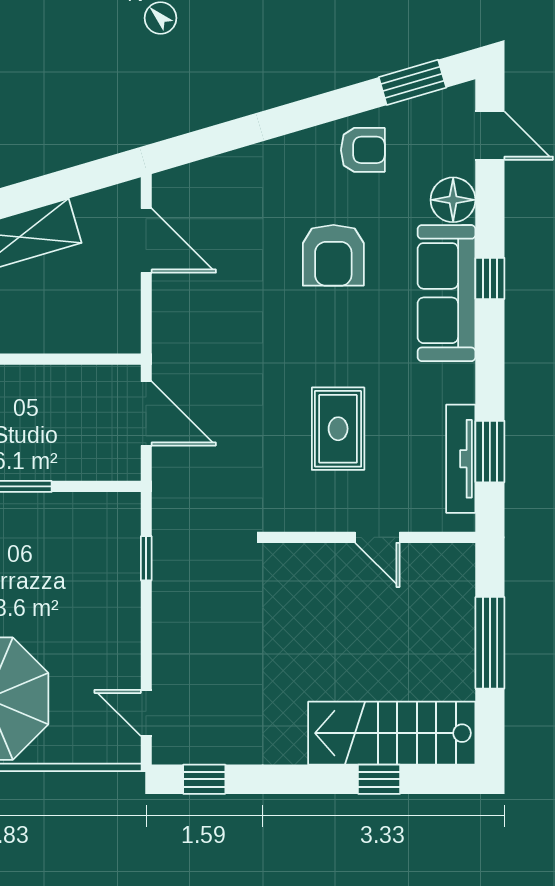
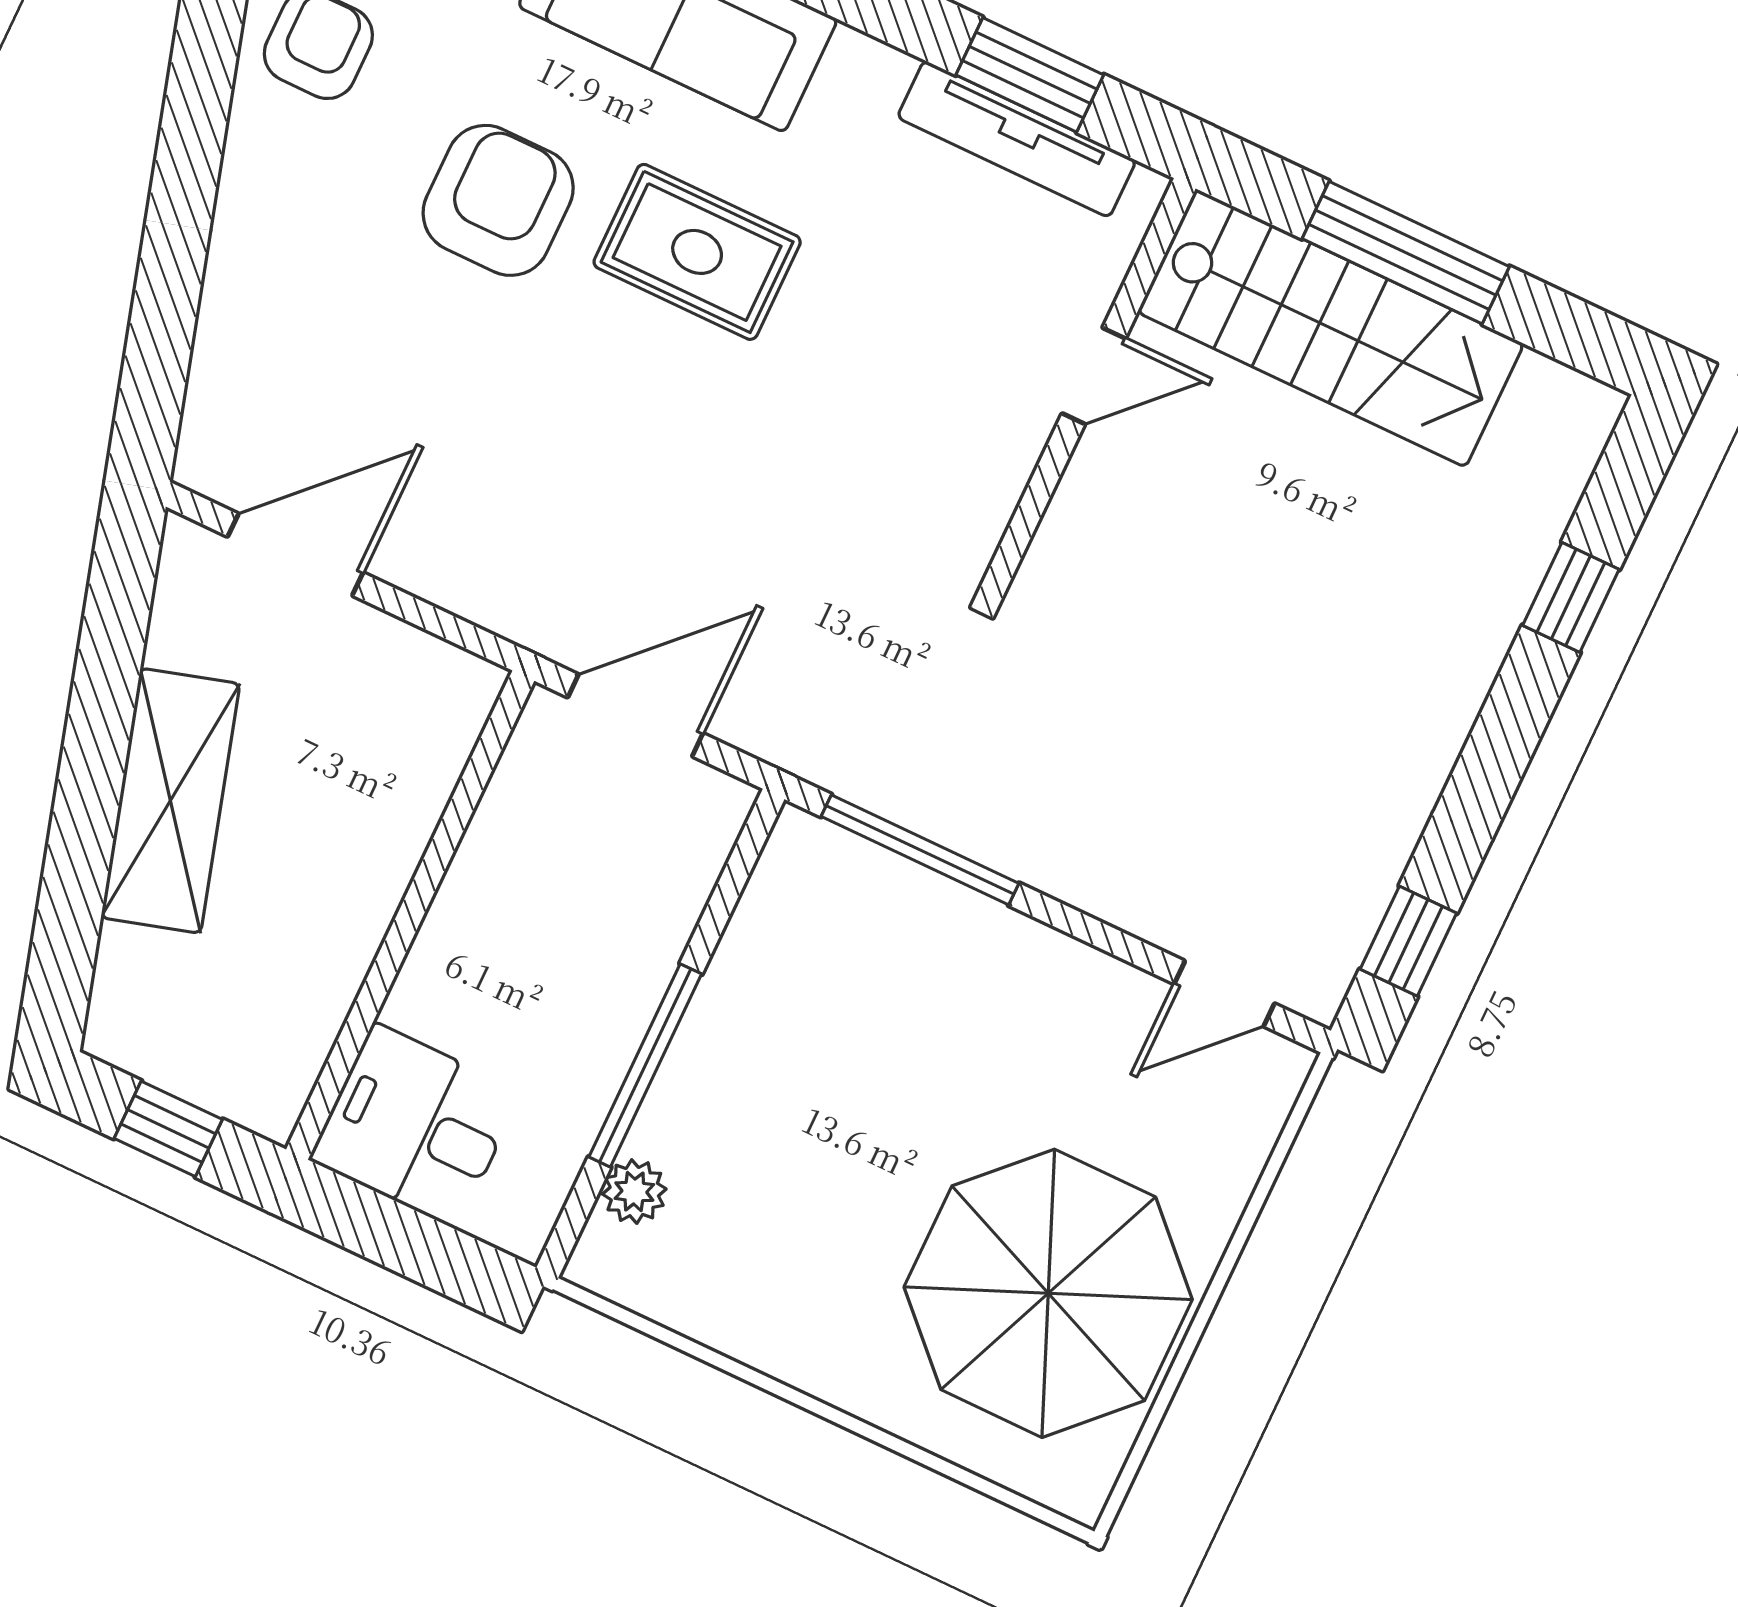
armchair: (333, 255) -> (498, 200), turned -90
rug: (338, 429) -> (697, 252), moved
window: (146, 558) -> (920, 850), width x2.17
stairs: (392, 733) -> (1331, 328), moved, turned -90

